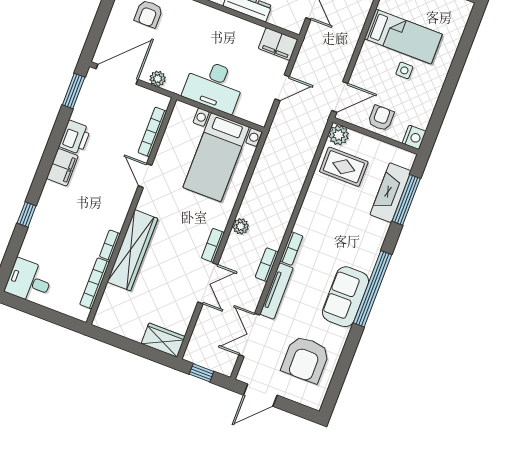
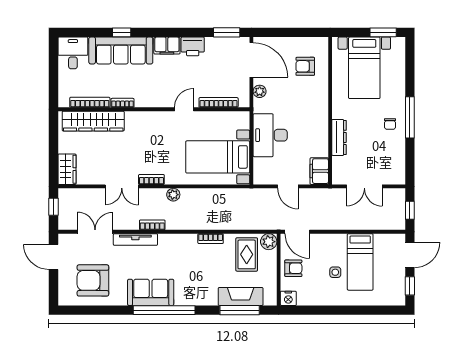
sofa: (48, 224) -> (121, 50), added
bookcase: (291, 249) -> (211, 239), moved
wardrobe: (132, 250) -> (93, 121), moved

